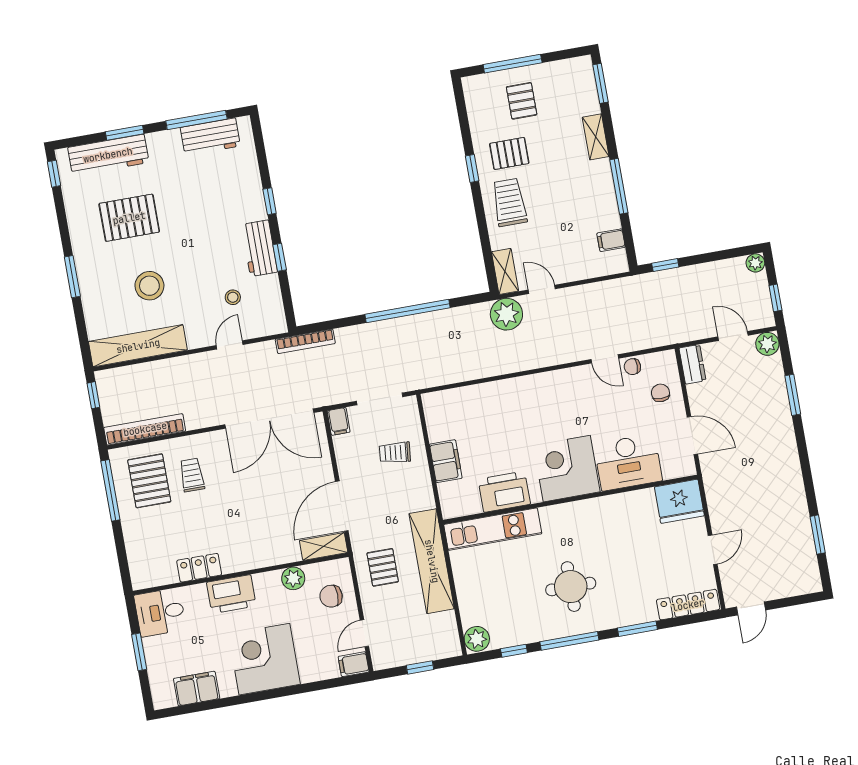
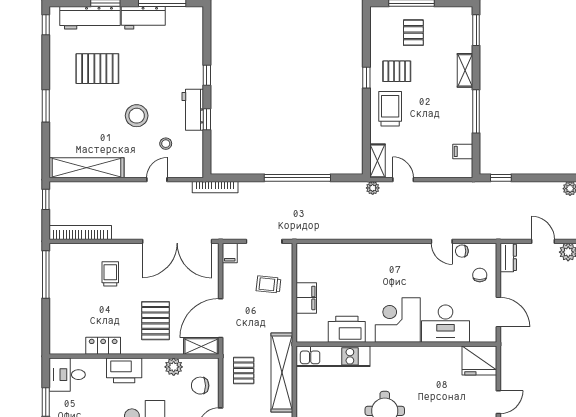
workbench: (210, 137) -> (143, 18), moved
stool: (149, 286) -> (137, 116), moved
plant: (506, 314) -> (373, 188), width x0.53, depth x0.53
pallet: (149, 481) -> (156, 321), moved

